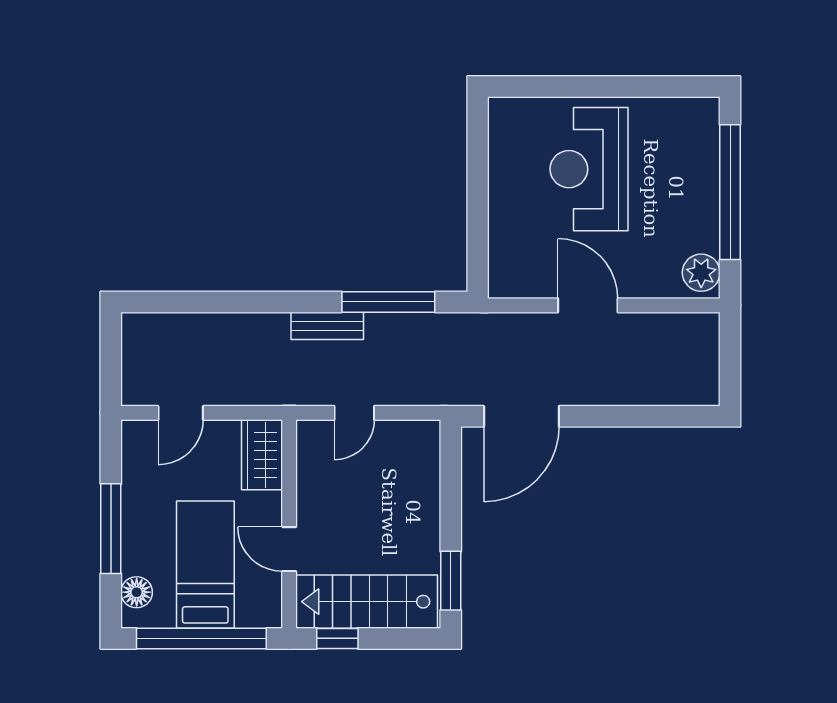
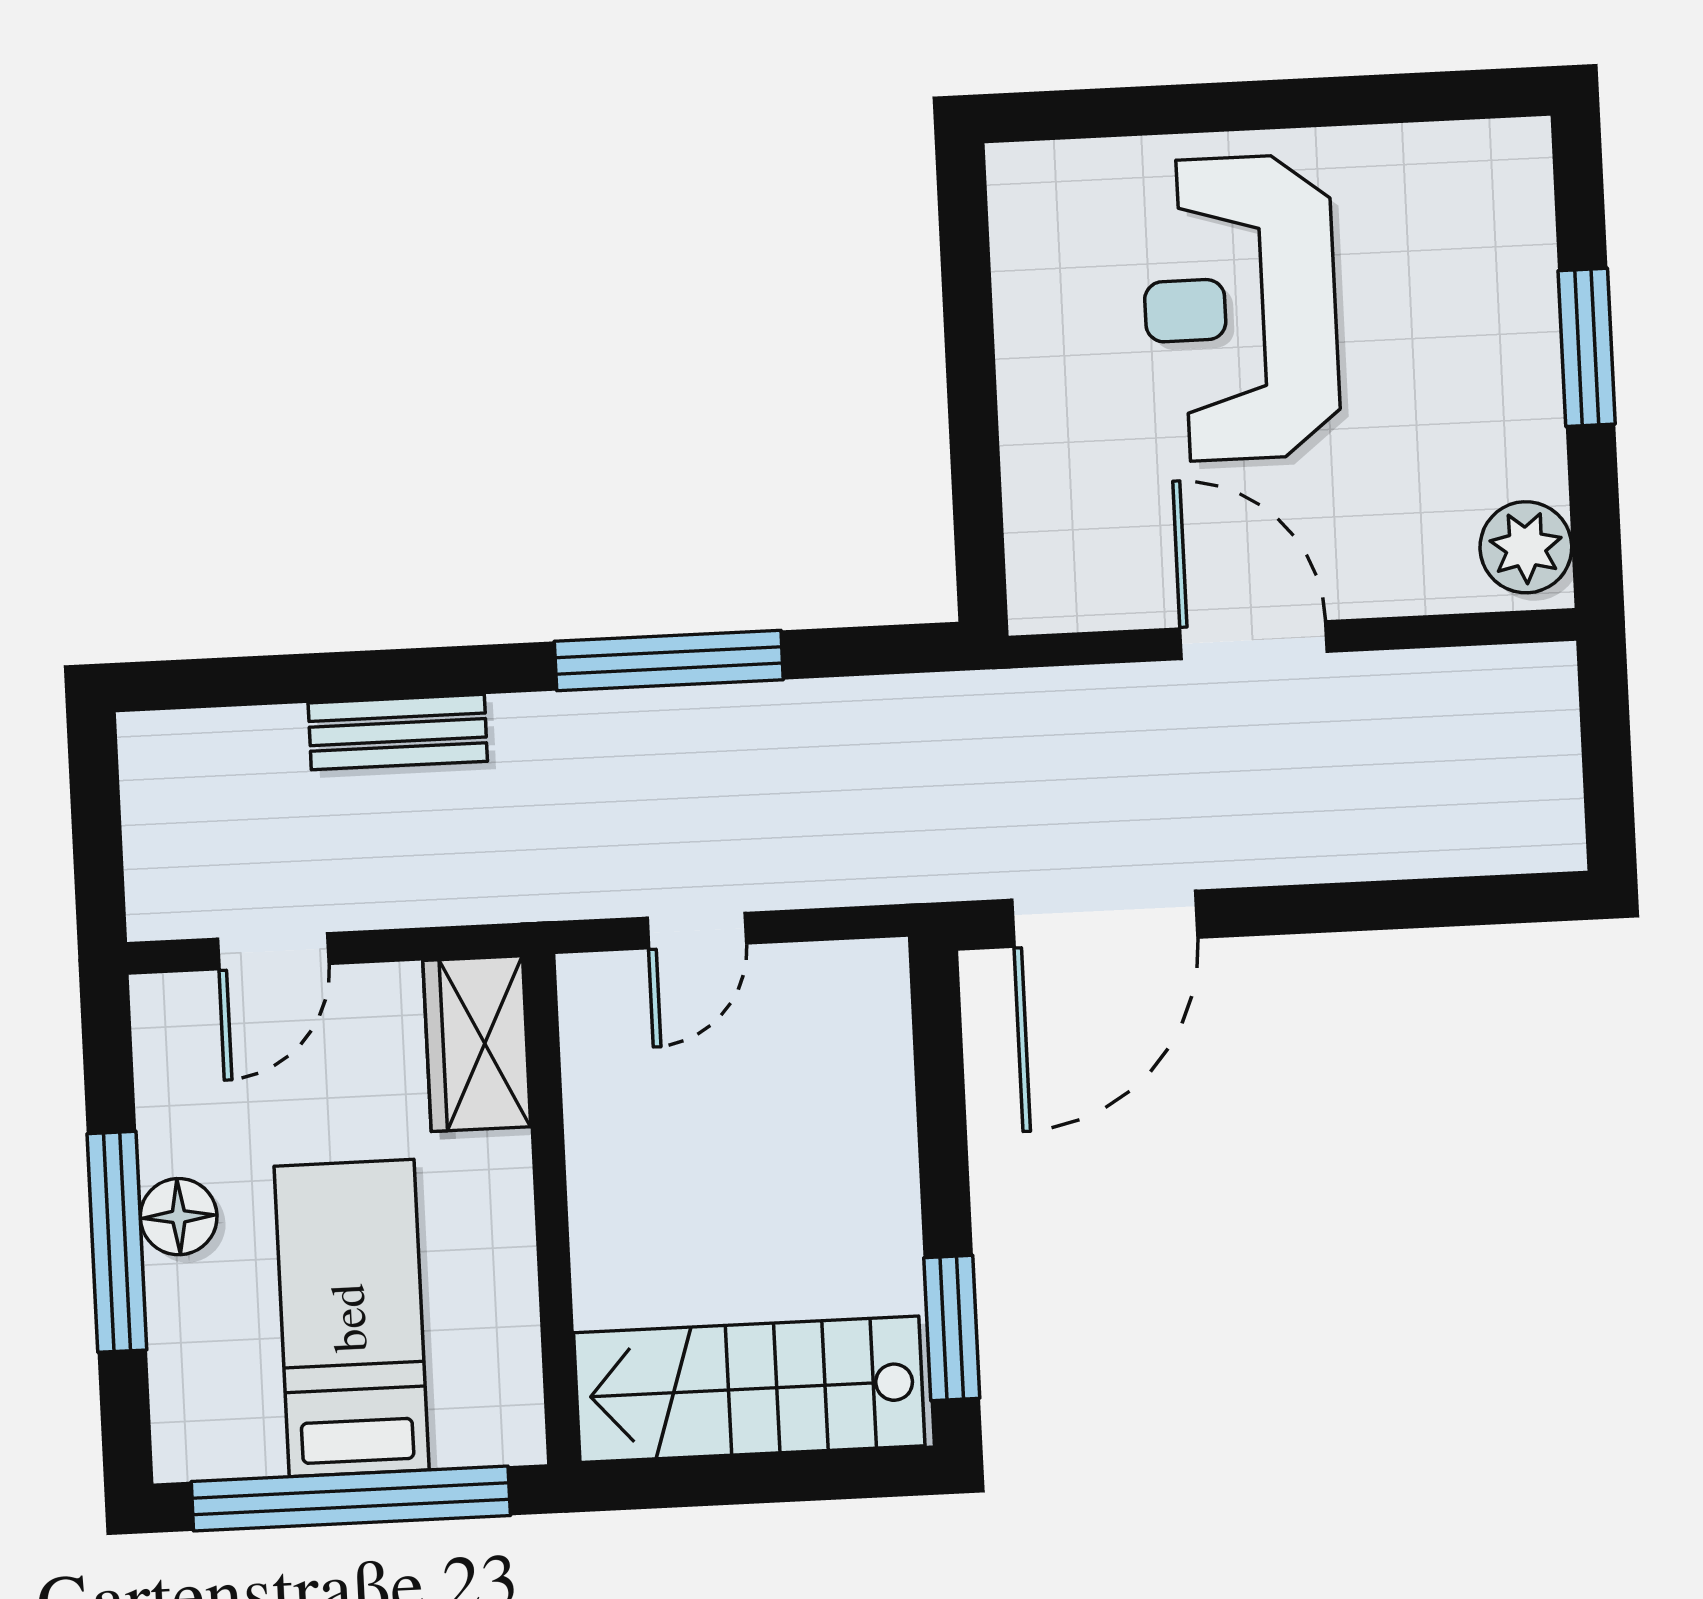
window: (730, 192) -> (1587, 347), width x0.47
window: (388, 302) -> (669, 661), moved
bench: (327, 326) -> (398, 732), moved
door: (289, 549) -> (554, 1270), removed
floor lamp: (137, 592) -> (179, 1217), moved
window: (337, 638) -> (682, 1482), removed

